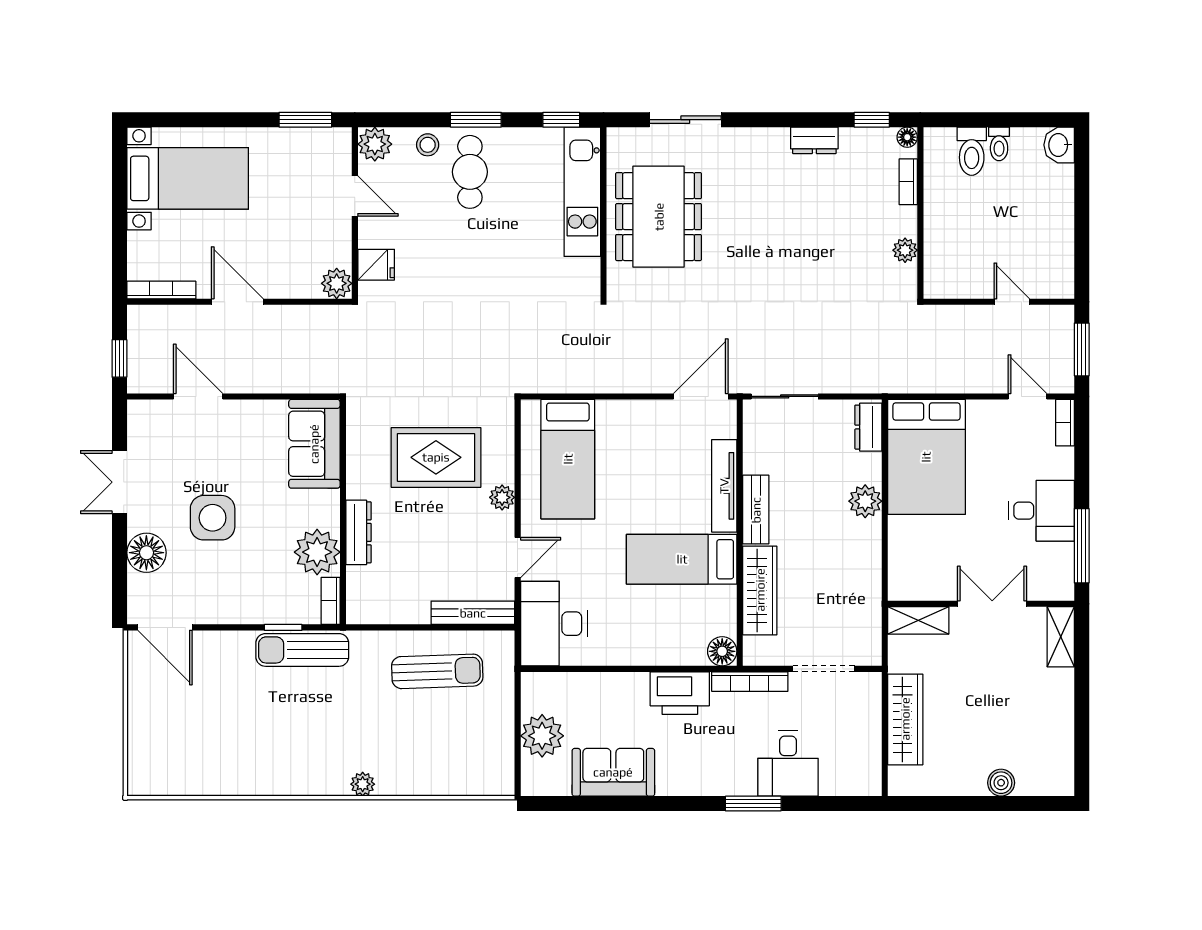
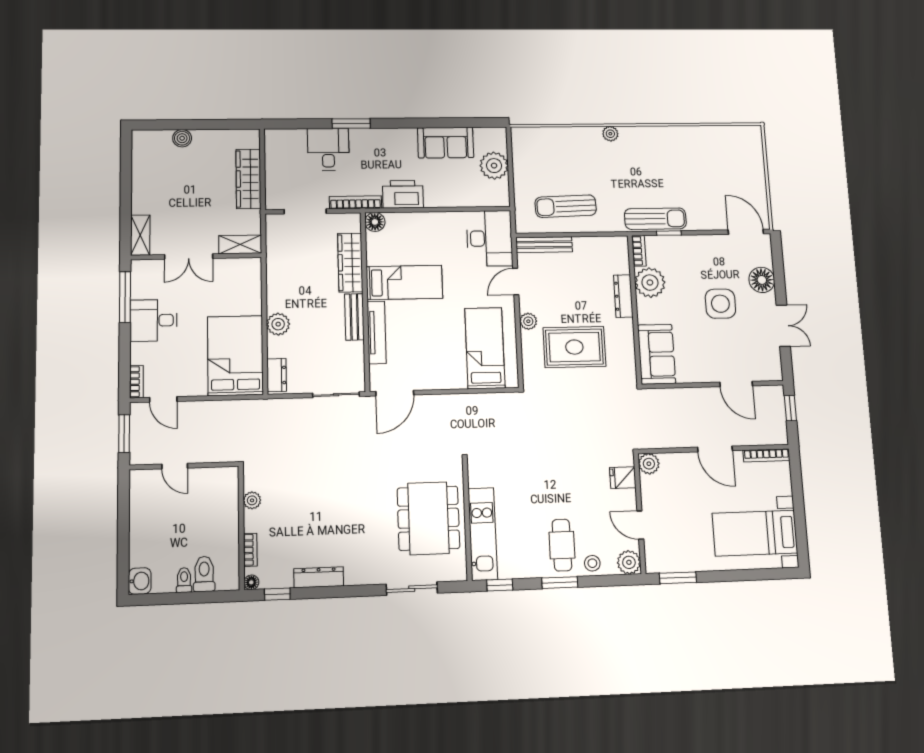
dresser: (814, 140) -> (319, 577), width x1.44

